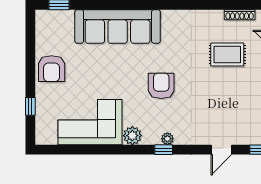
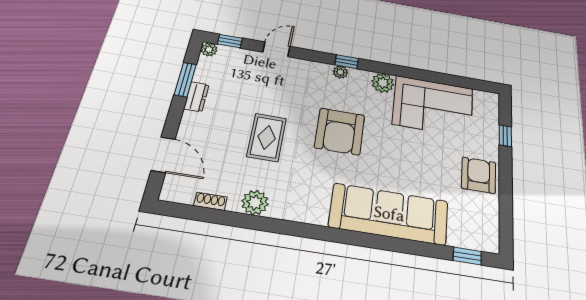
shoe rack: (240, 15) -> (210, 201), width x0.70
plant: (214, 19) -> (255, 203), added
rug: (227, 55) -> (267, 137), moved, turned 90
armchair: (161, 86) -> (340, 131), width x1.36, depth x1.36

